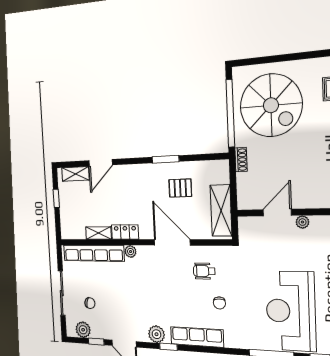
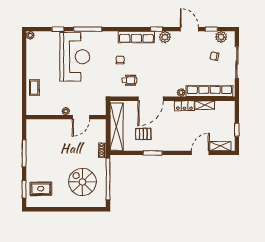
spiral stairs: (271, 105) -> (82, 182), width x0.73, depth x0.73
shelving: (221, 211) -> (116, 127), width x1.47
door: (172, 242) -> (151, 99), hinge flipped

